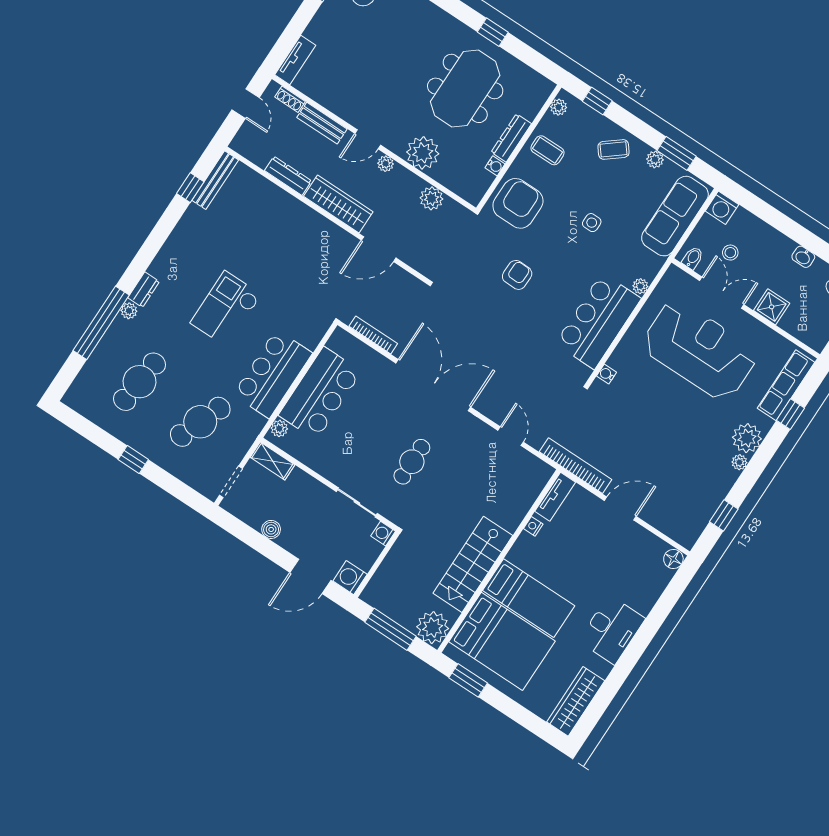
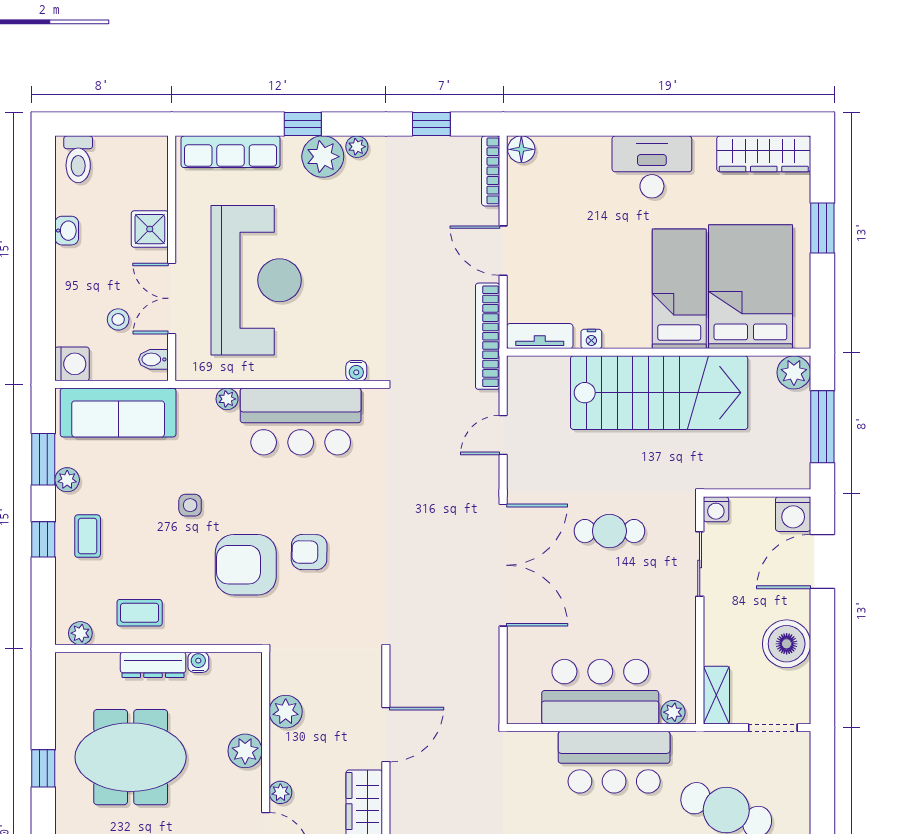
window: (597, 101) -> (43, 539), moved
coffee table: (614, 149) -> (88, 536), turned 39
coffee table: (548, 150) -> (140, 613), turned 90
plant: (423, 153) -> (245, 751), width x0.73, depth x0.73
armchair: (518, 203) -> (246, 565), moved
door: (379, 249) -> (386, 735), hinge flipped
bookcase: (373, 335) -> (491, 171), moved
reception desk: (699, 350) -> (256, 280), turned 180
double door: (433, 385) -> (503, 565), swing flipped
window: (790, 414) -> (303, 124), moved
boiler: (271, 529) -> (787, 644), width x1.86, depth x1.86
stairs: (473, 564) -> (659, 393), width x1.36, depth x1.51
door: (310, 576) -> (822, 562), swing flipped
plant: (433, 628) -> (794, 372), width x0.73, depth x0.73
window: (468, 680) -> (822, 228), moved

